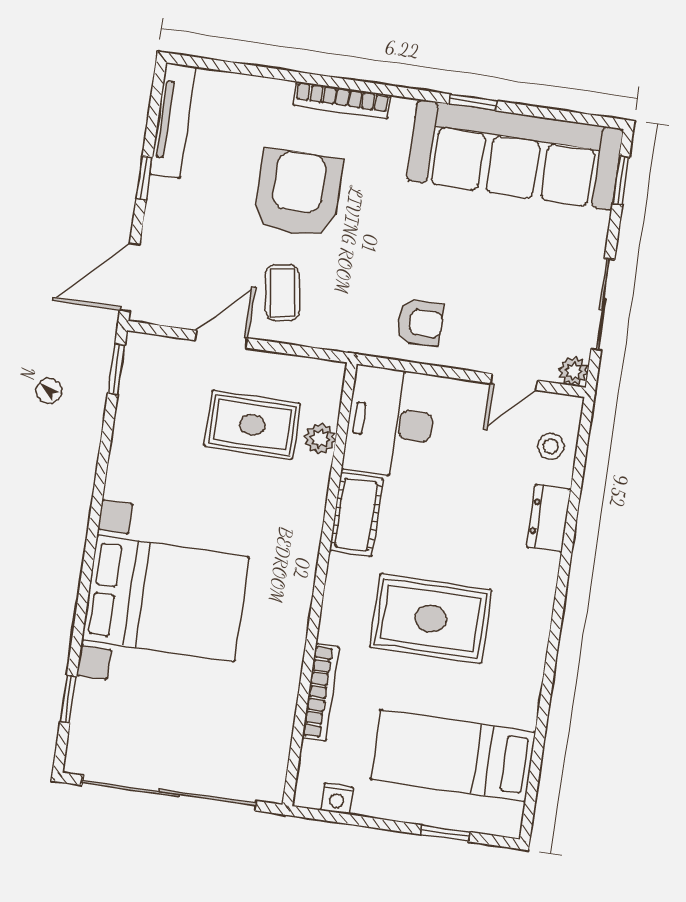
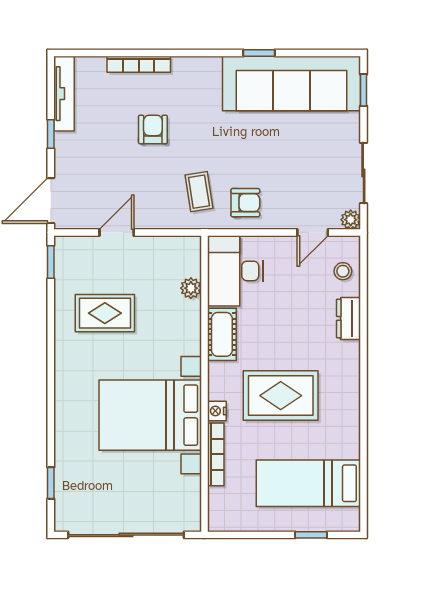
bookcase: (342, 100) -> (139, 64), moved
armchair: (298, 193) -> (153, 129), width x0.53, depth x0.53
coffee table: (282, 293) -> (199, 192), moved
rug: (252, 425) -> (105, 313), moved
bed with nightstands: (166, 598) -> (150, 415), moved, turned 180
nightstand: (337, 799) -> (217, 411), moved, turned 90

